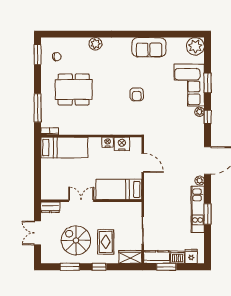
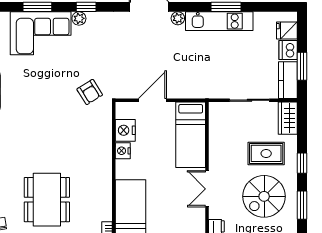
armchair: (137, 94) -> (90, 92), moved, turned 58

